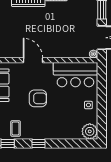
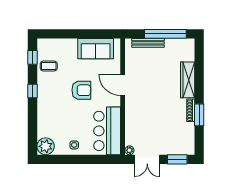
door: (33, 60) -> (123, 85), swing flipped
armchair: (38, 98) -> (81, 90), turned -90

